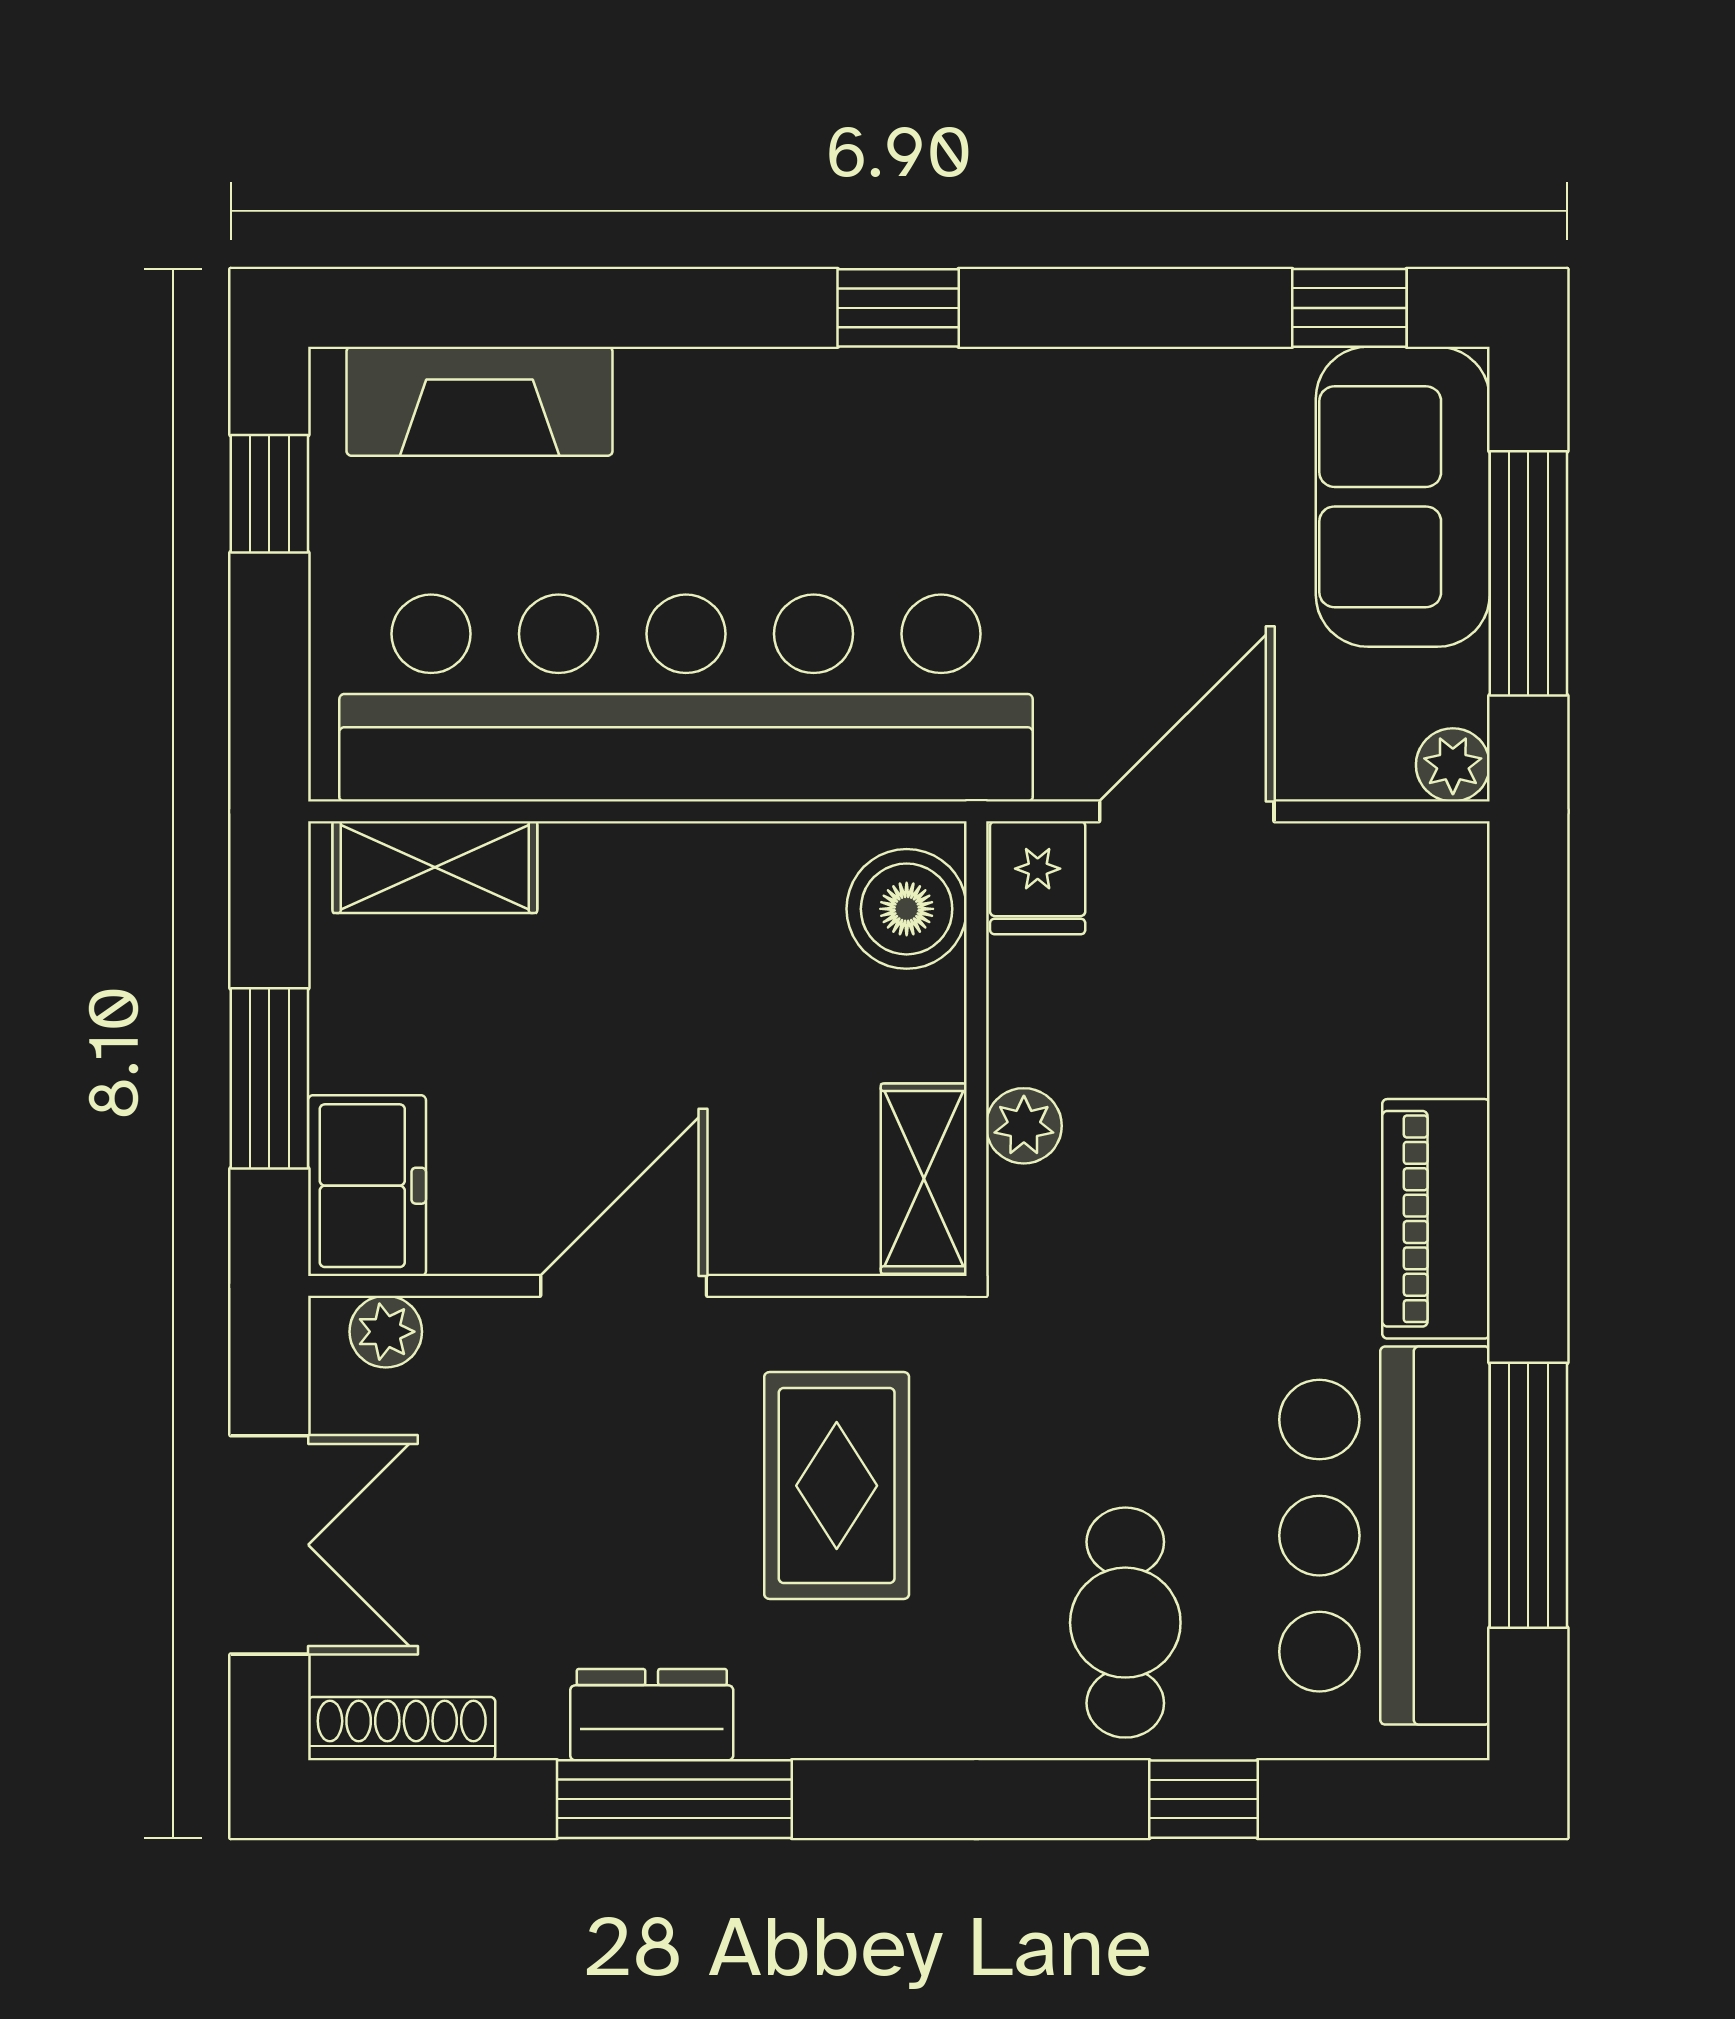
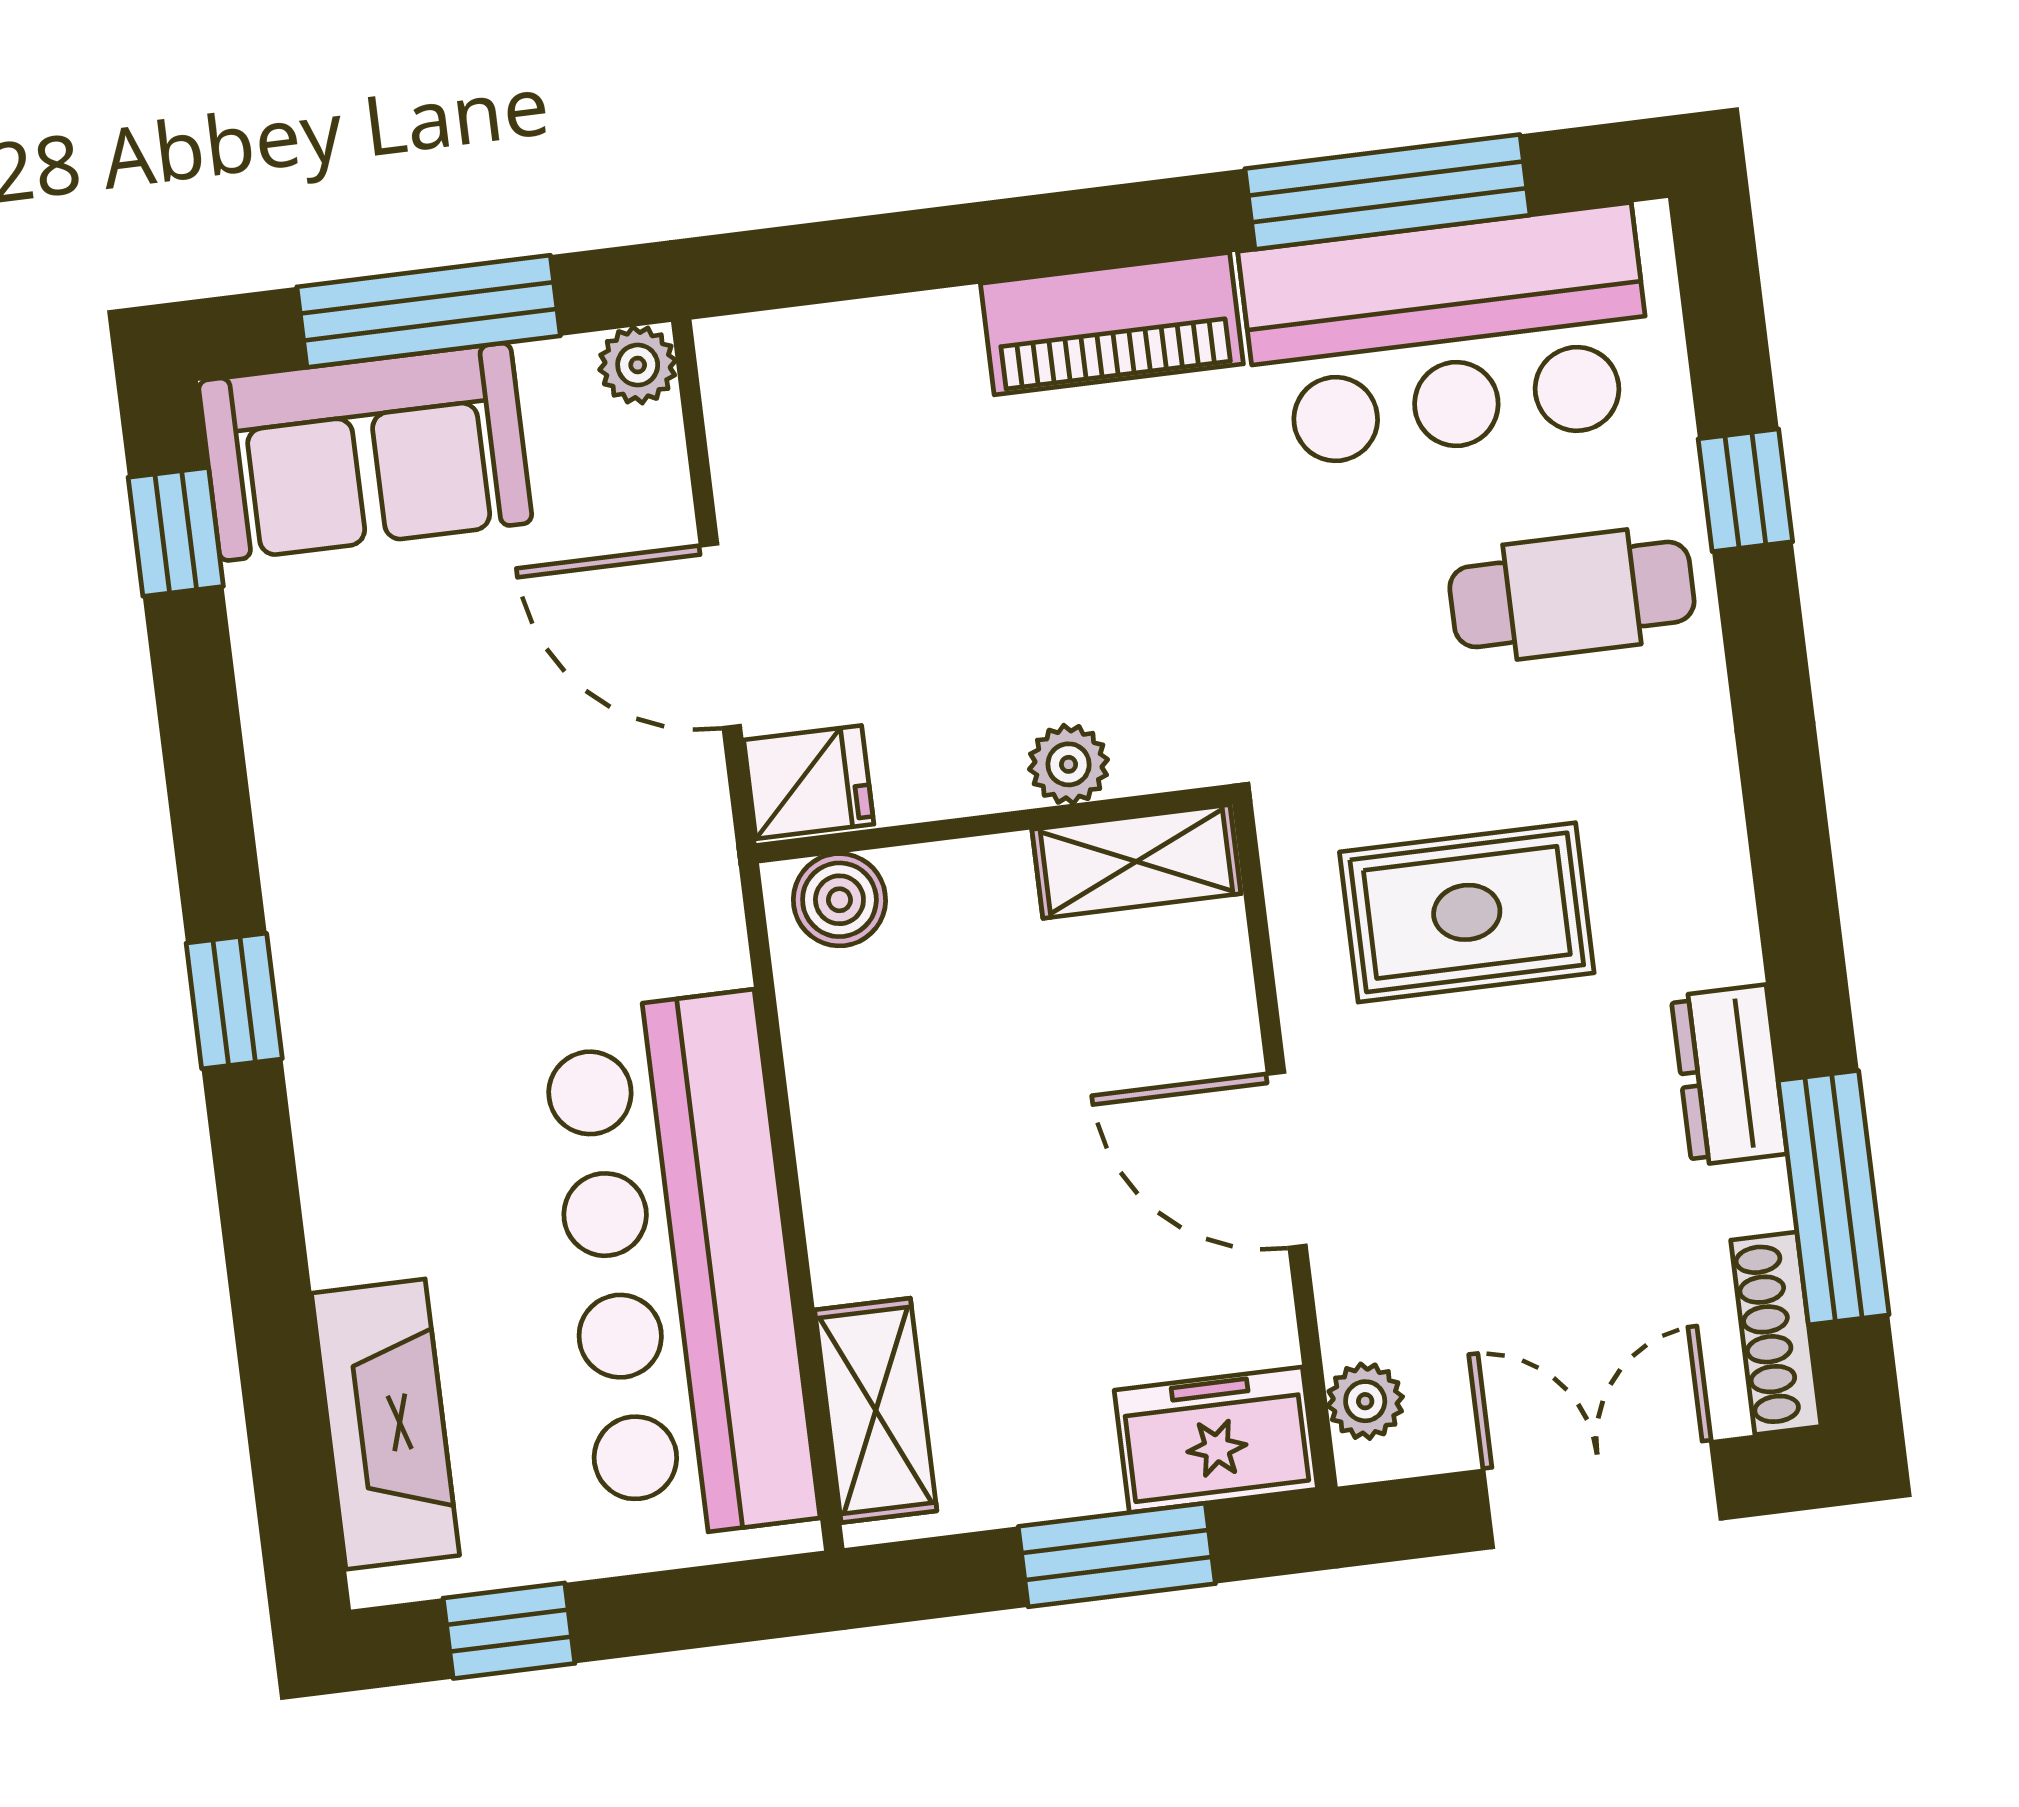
bar counter: (686, 698) -> (679, 1267), width x0.73
boiler: (907, 909) -> (839, 900), width x0.73, depth x0.73
window: (674, 1799) -> (1834, 1198), moved

